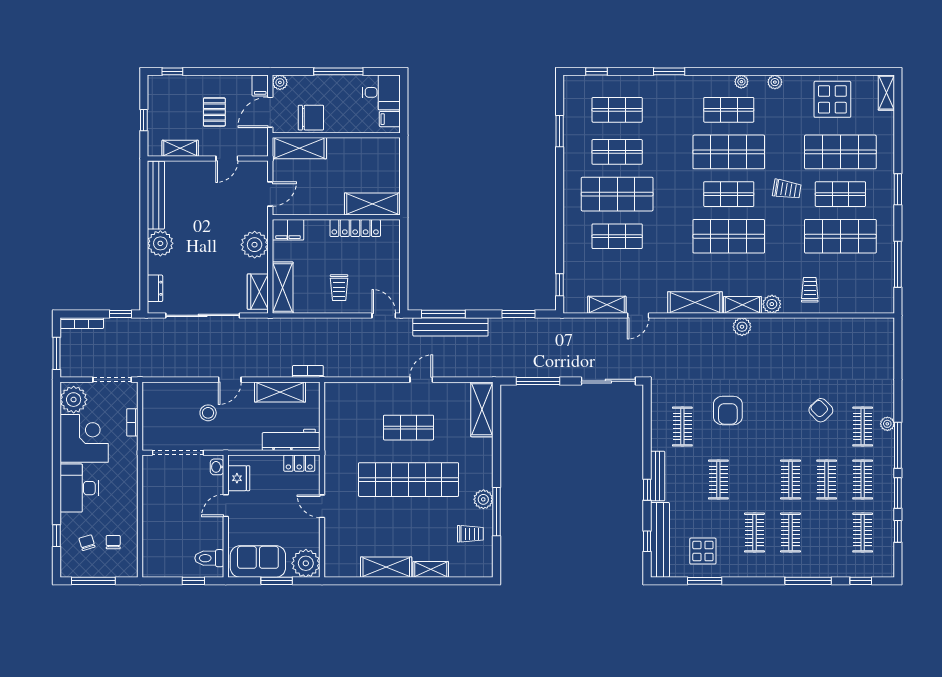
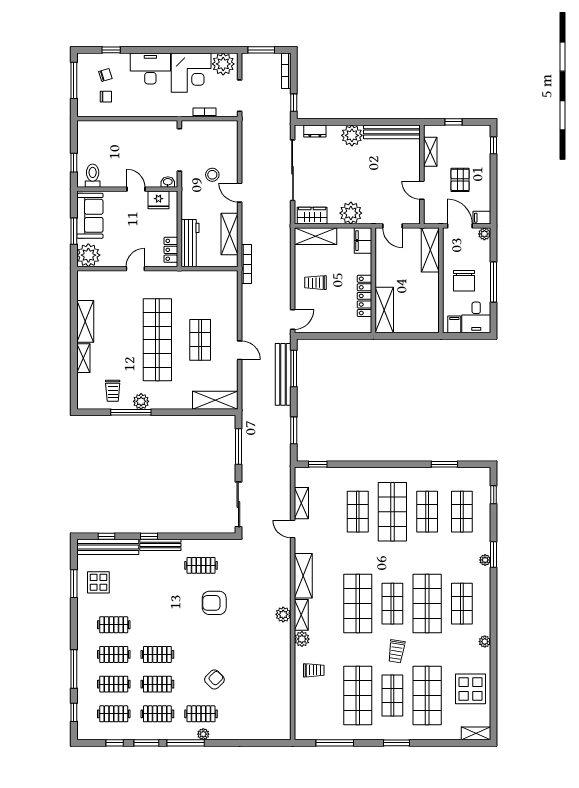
plant: (741, 82) -> (485, 560), moved
pallet: (214, 112) -> (460, 180), turned 90
chair: (311, 118) -> (464, 281), moved
bookcase: (308, 371) -> (246, 264), width x1.56
clothes rail: (718, 480) -> (114, 684), moved

